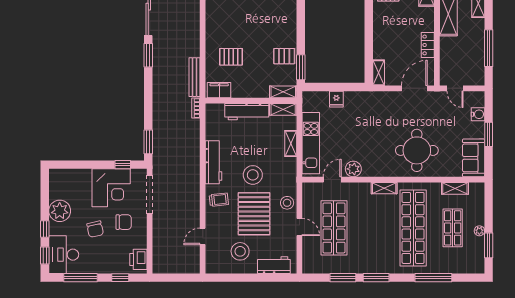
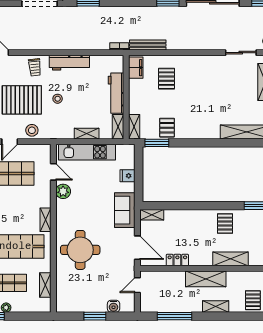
sofa: (474, 158) -> (125, 210), moved, turned -90
stool: (253, 175) -> (58, 99), width x0.53, depth x0.53

